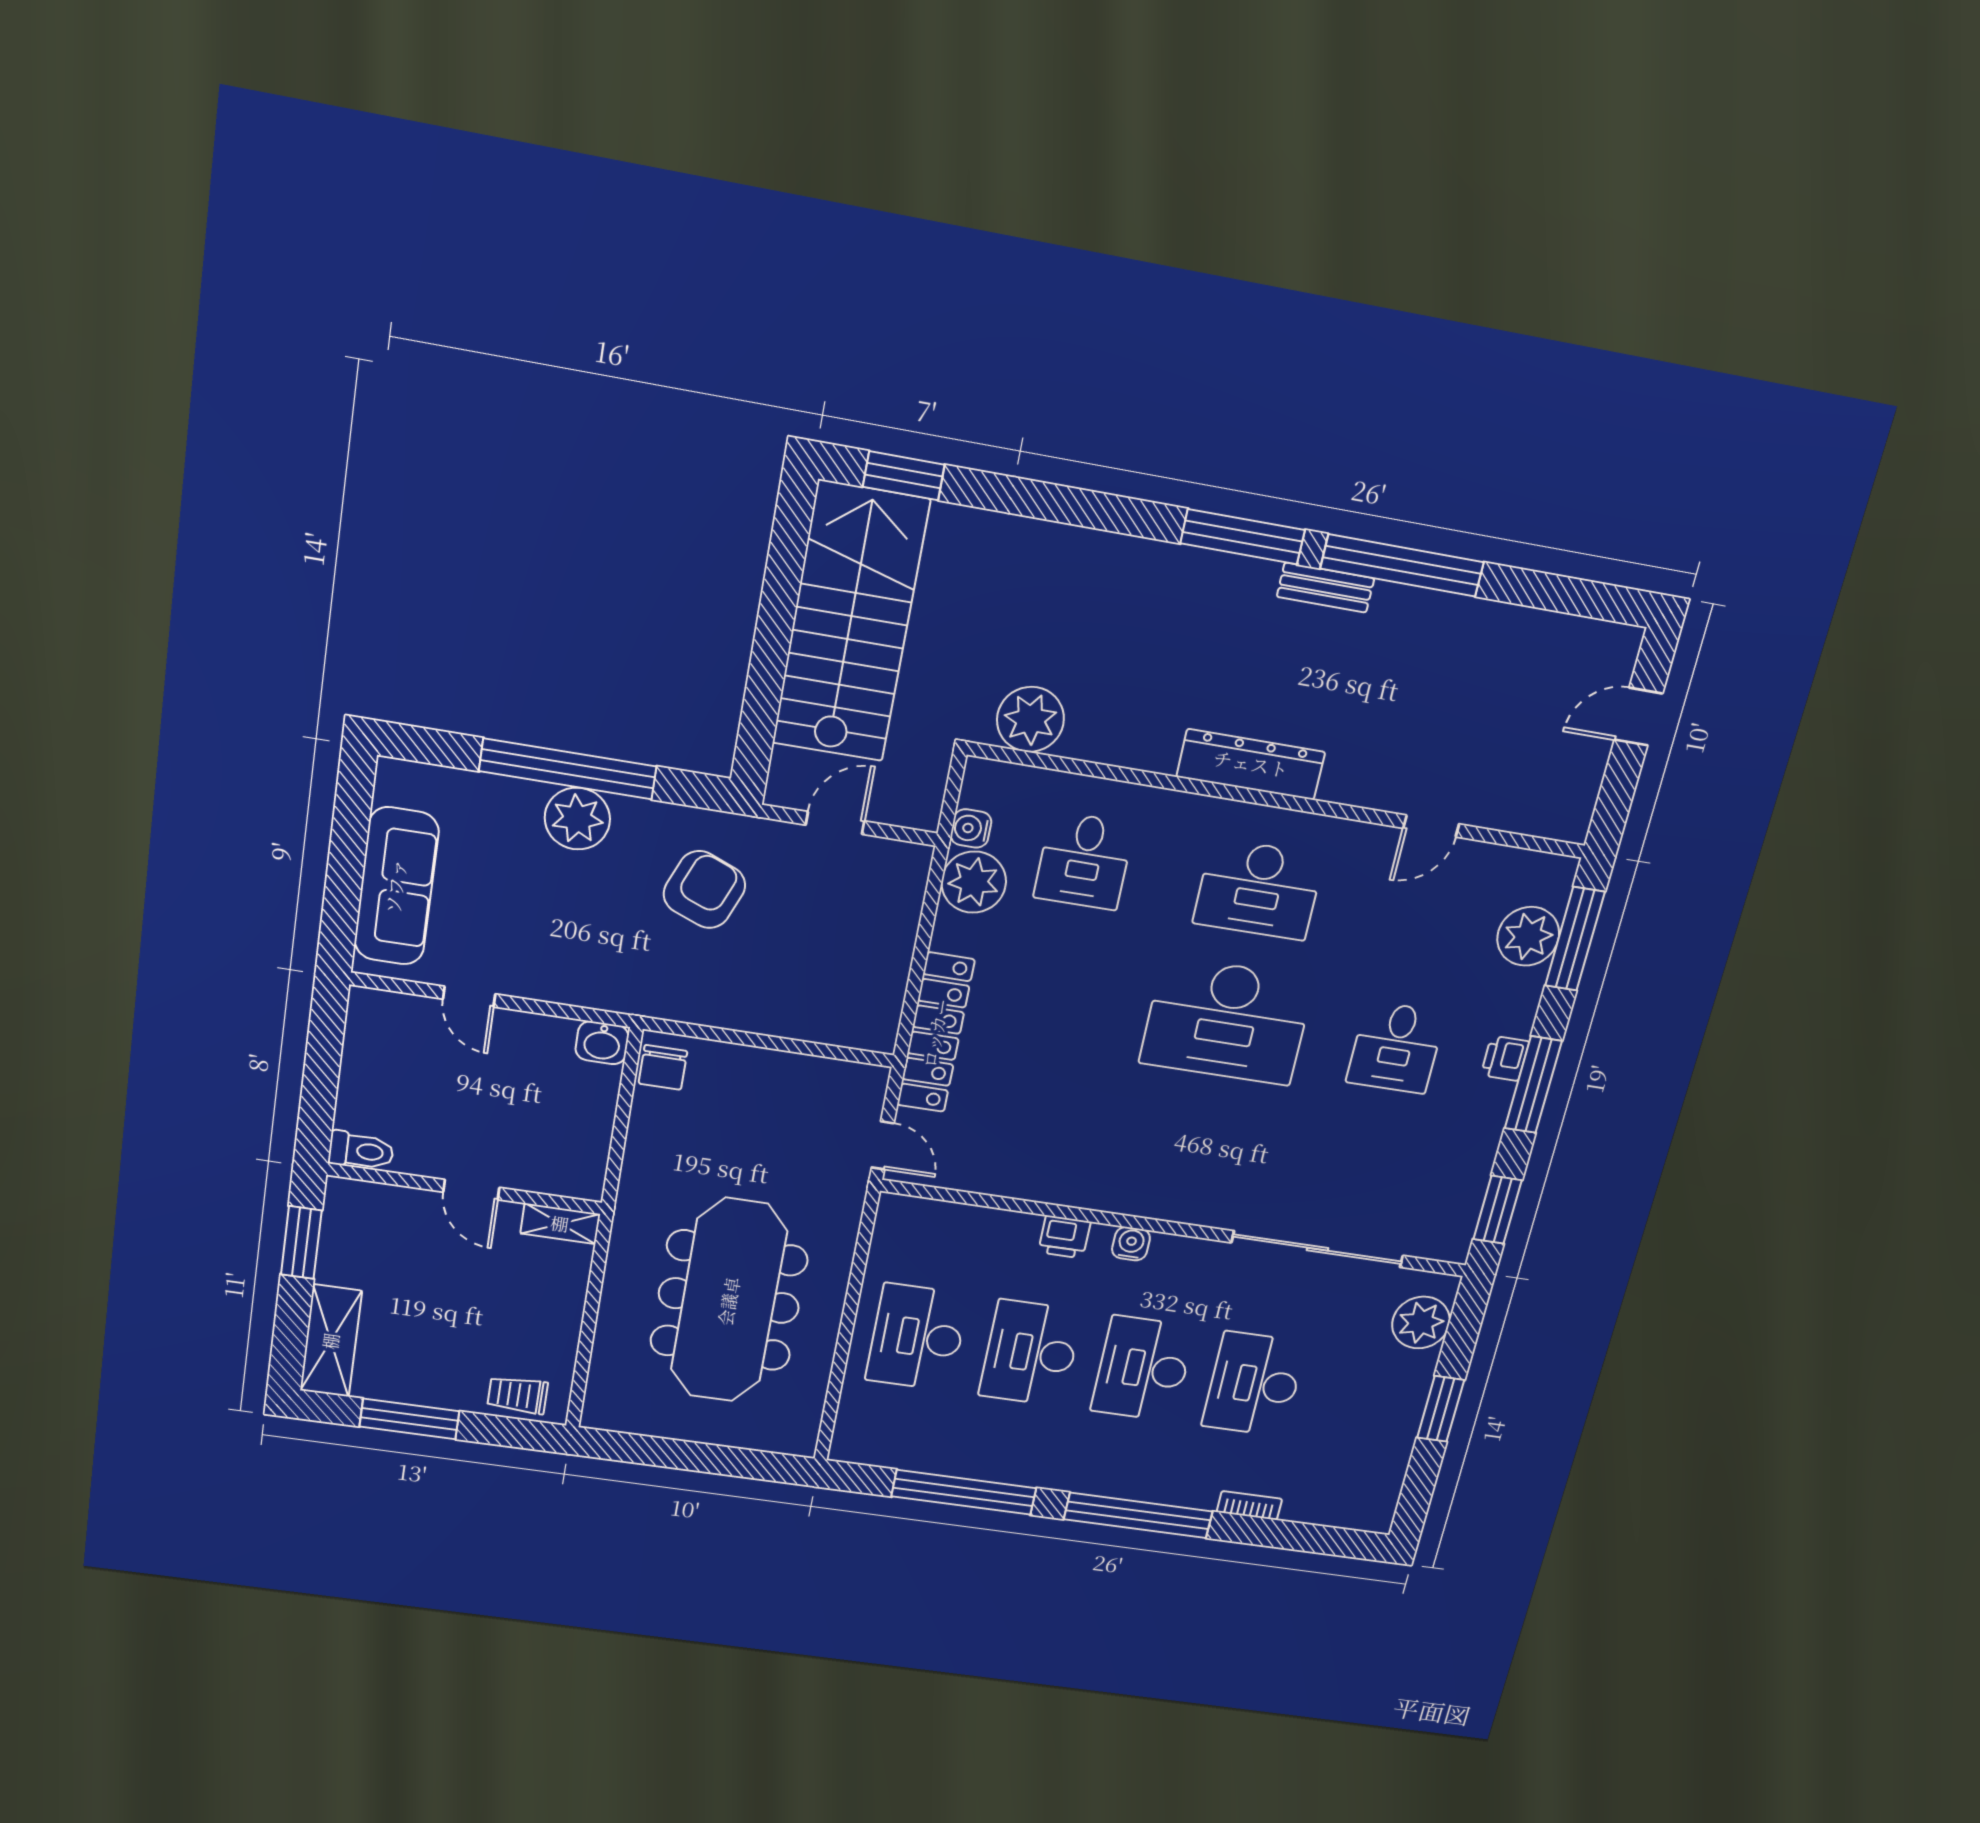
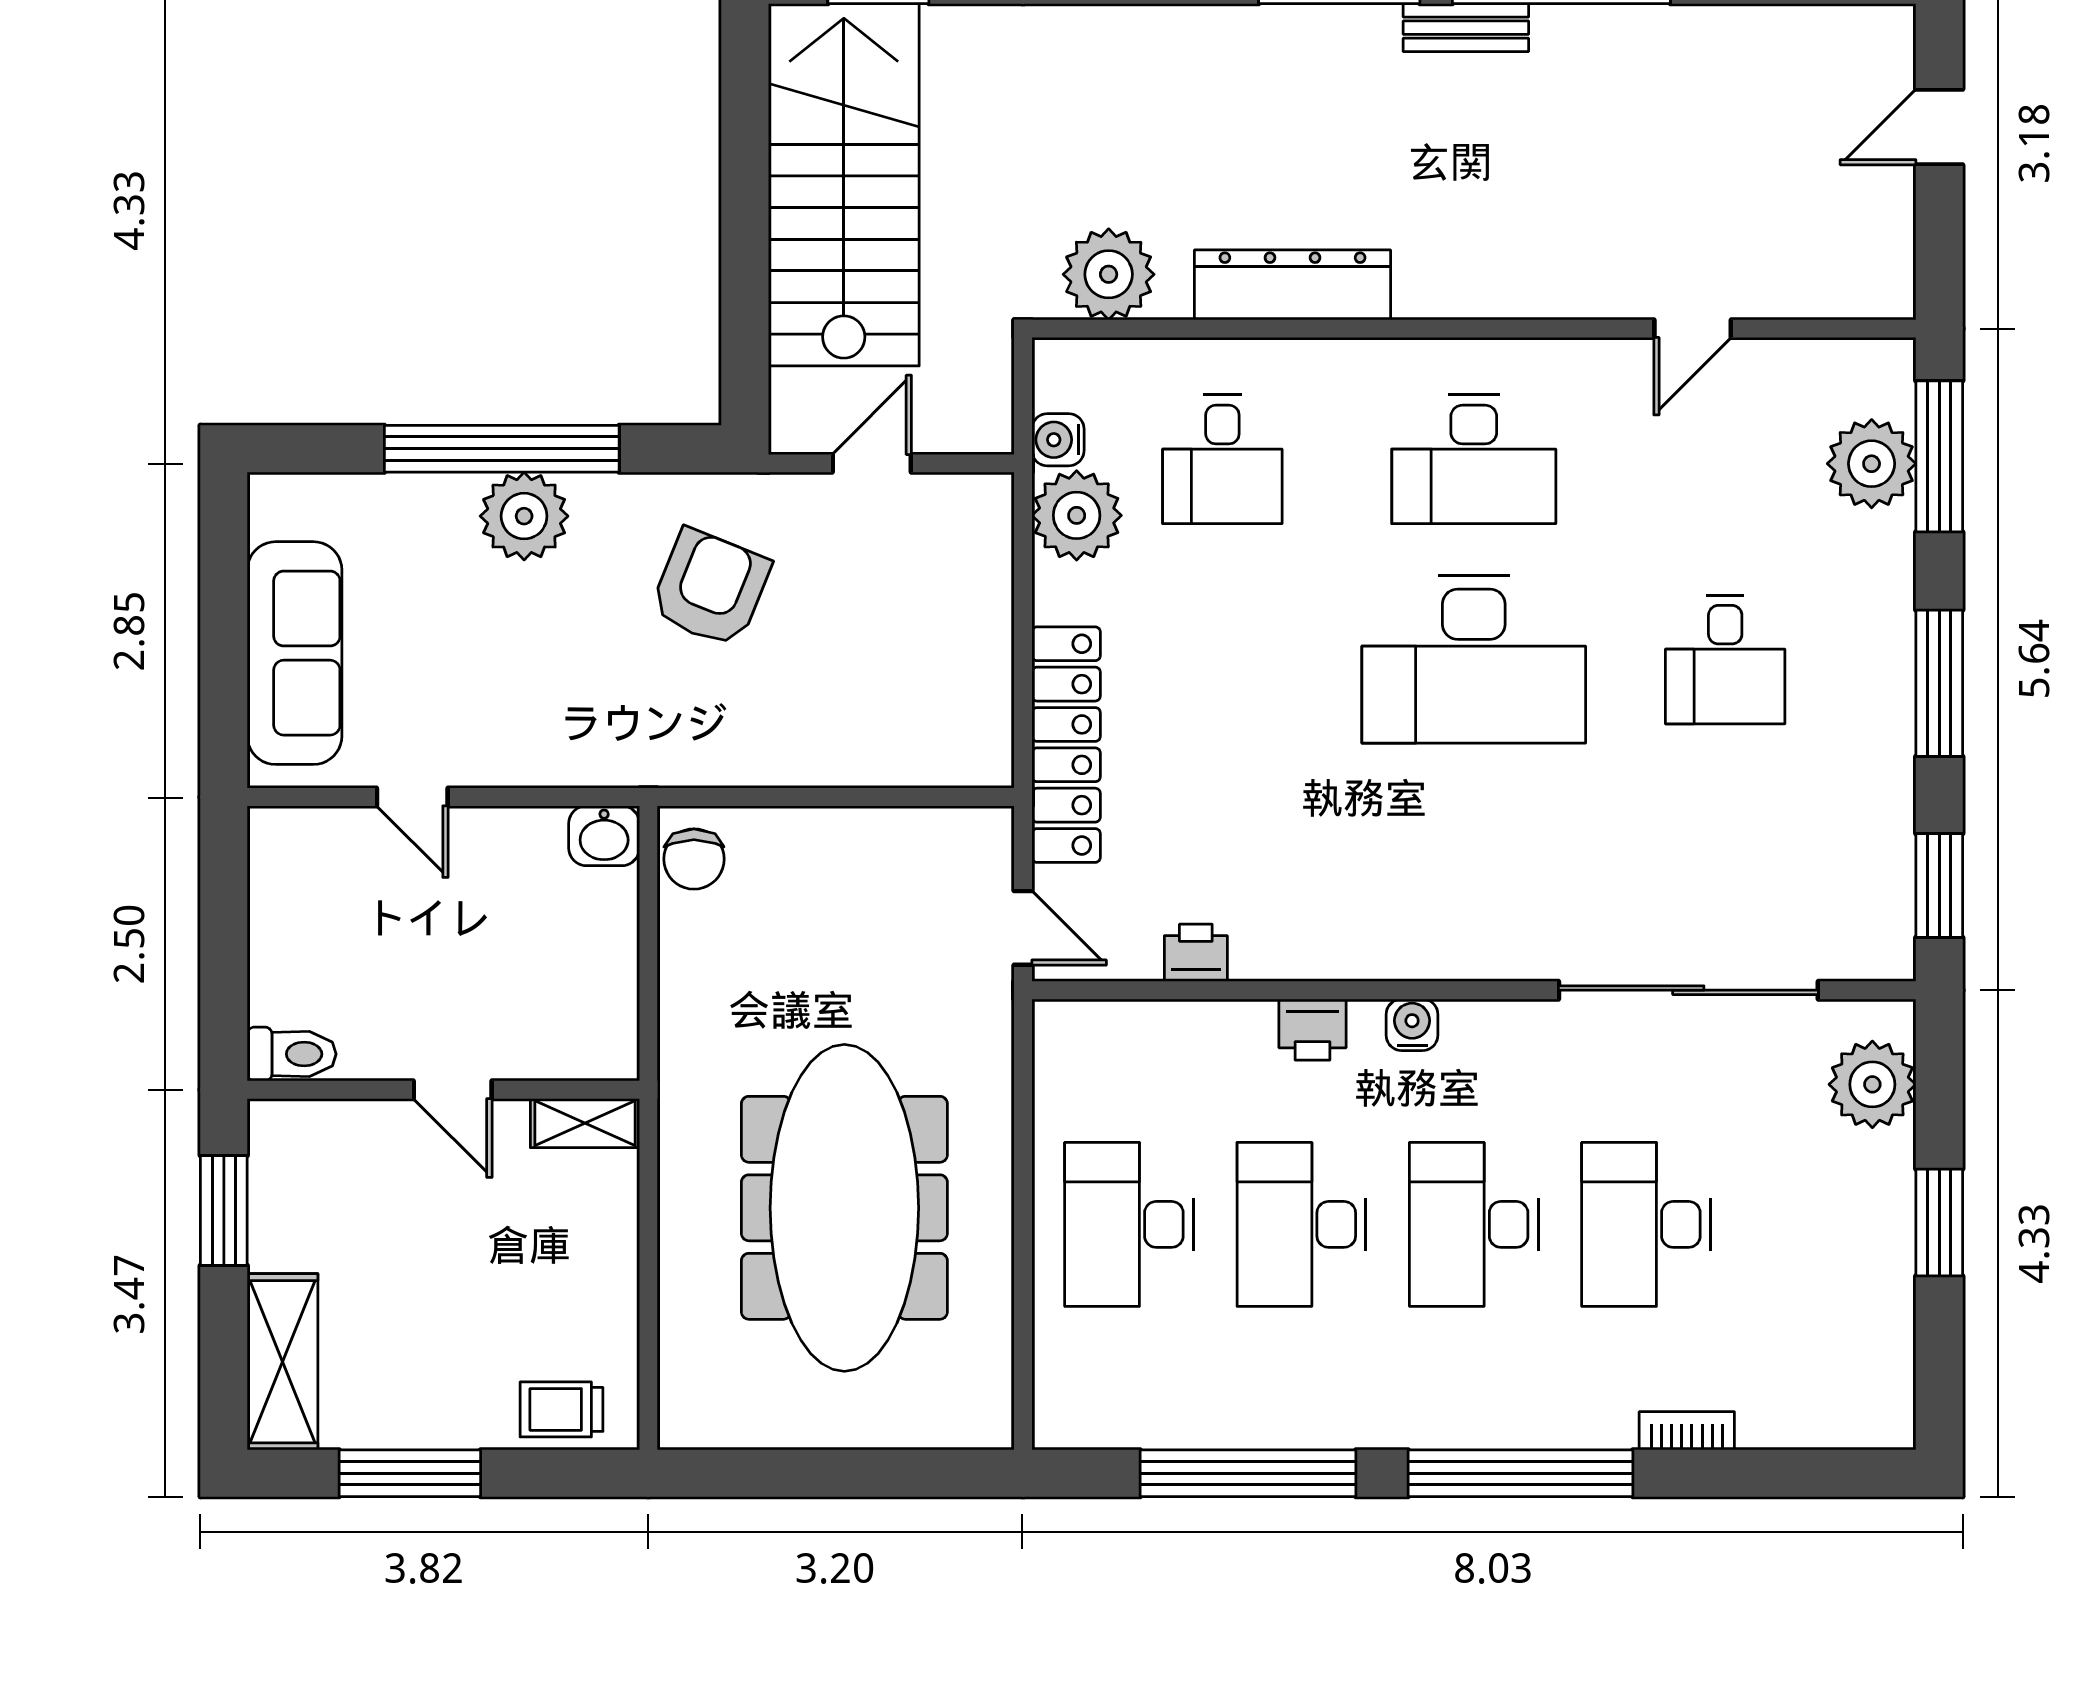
dresser: (1251, 764) -> (1292, 285), moved
printer: (1505, 1058) -> (1196, 953), moved, turned 90

